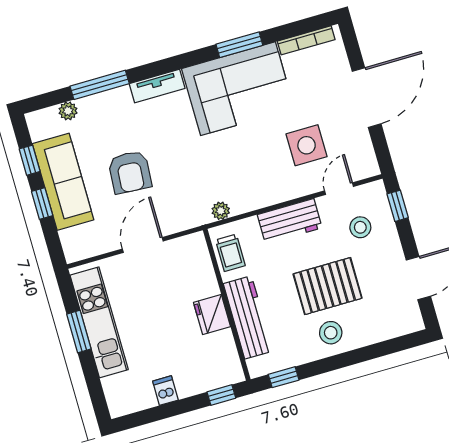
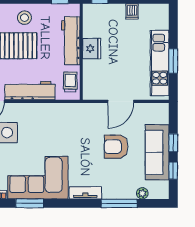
armchair: (130, 172) -> (116, 147), turned -94
plant: (221, 211) -> (69, 108), removed
workbench: (290, 221) -> (30, 91), width x1.38

